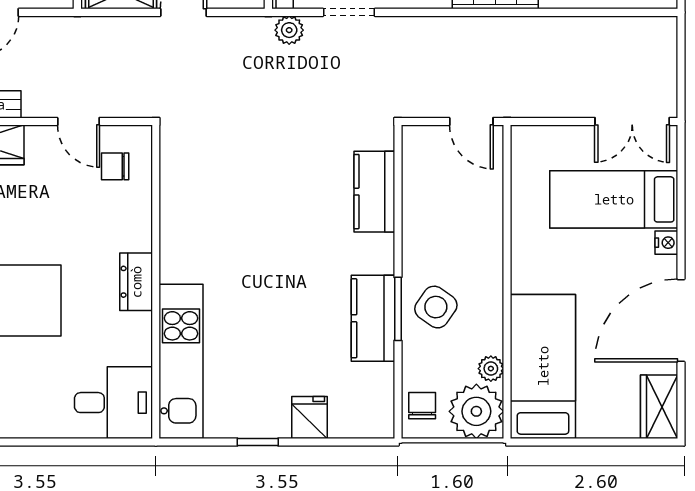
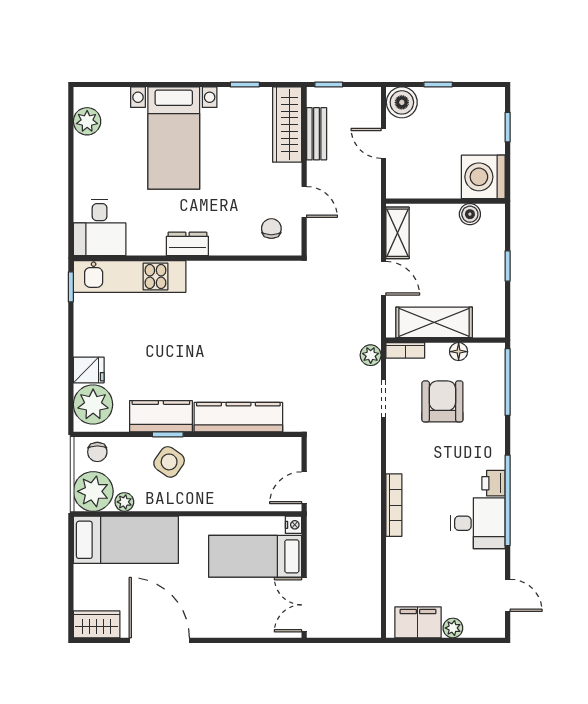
door: (78, 121) -> (304, 202), swing flipped
kitchen counter: (374, 192) -> (238, 417), width x1.50
bed: (614, 199) -> (255, 556), moved, turned -90
nightstand: (666, 243) -> (293, 525), moved, turned -90
window: (398, 309) -> (168, 434), width x0.67
chair: (422, 406) -> (97, 452), turned 90
plant: (357, 412) -> (93, 405), added
window: (258, 442) -> (71, 287), moved

